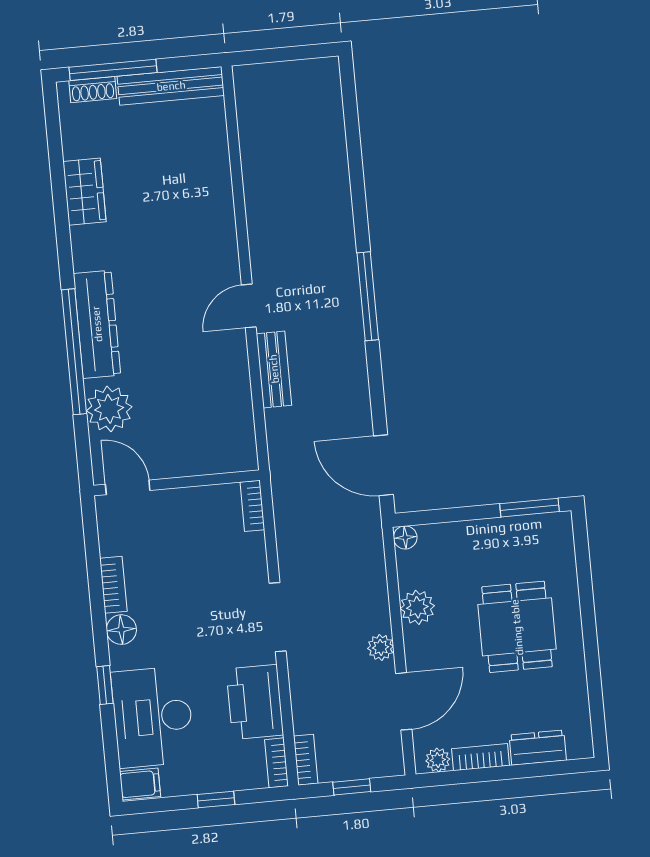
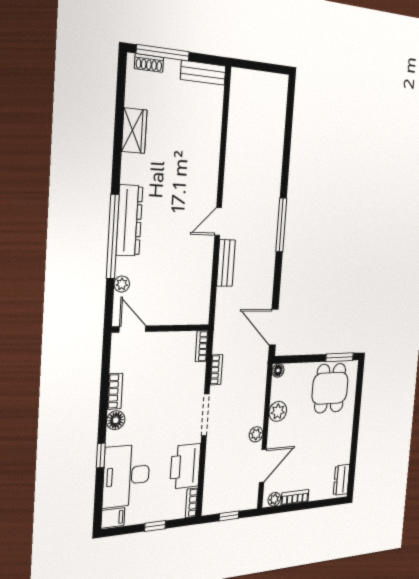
bench: (171, 86) -> (203, 73), width x0.73
plant: (109, 409) -> (122, 284), width x0.53, depth x0.53
dining table: (517, 627) -> (330, 388), moved
dresser: (538, 748) -> (342, 480), moved, turned -90
bookcase: (306, 760) -> (216, 370), moved

